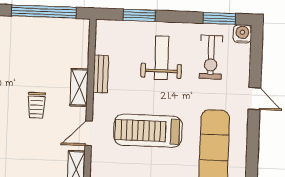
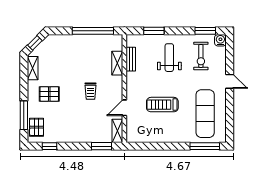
bench: (101, 74) -> (131, 59), moved
shelving: (79, 87) -> (117, 63), moved
treadmill: (148, 131) -> (162, 105), width x0.73, depth x0.73

